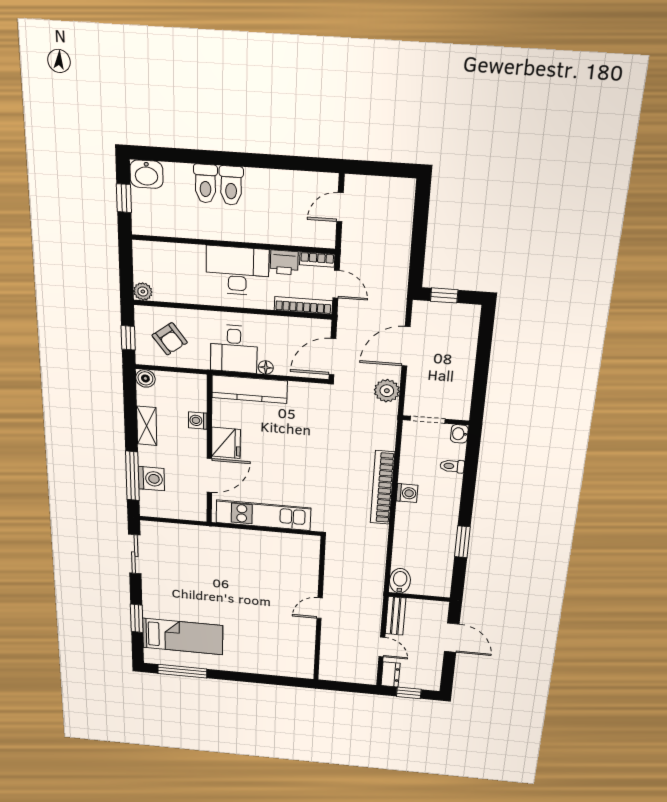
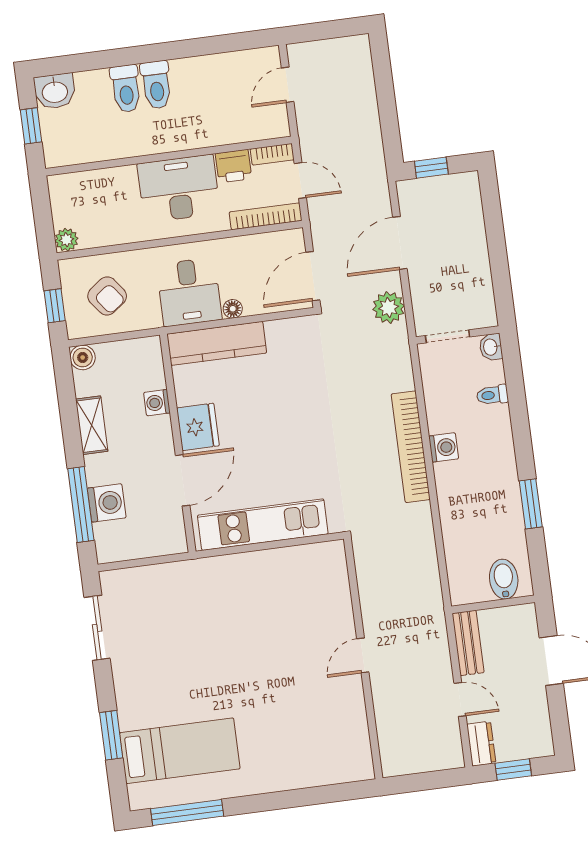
bidet: (400, 581) -> (504, 579), moved

